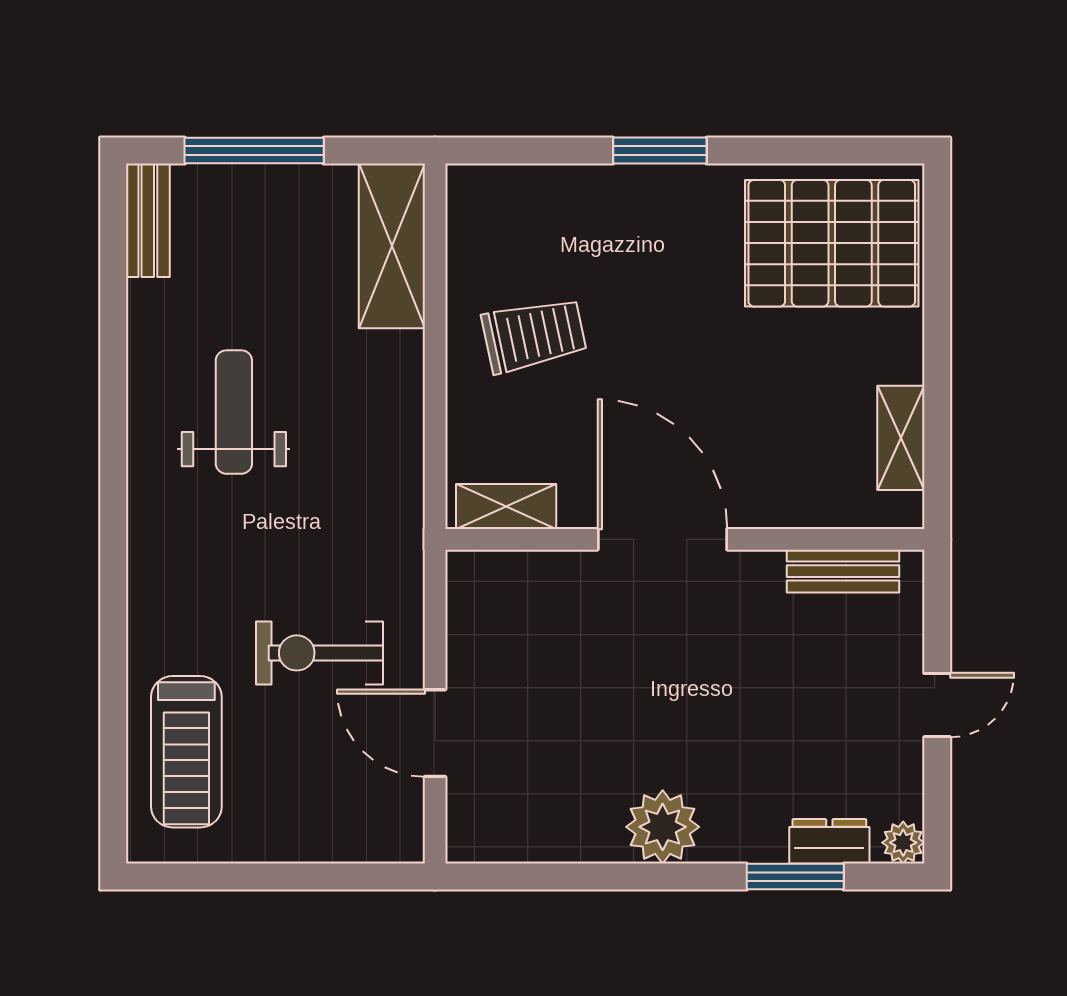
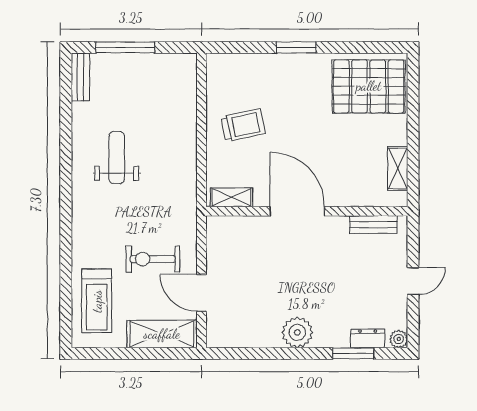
shelving: (392, 246) -> (162, 334), moved, turned 90

